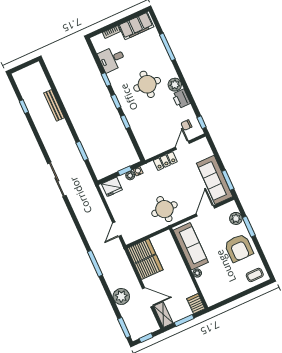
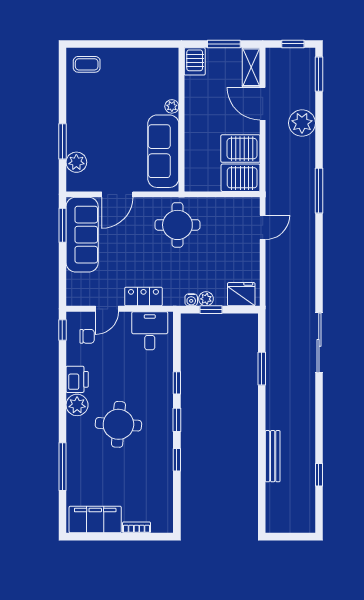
desk: (112, 59) -> (150, 331), moved, turned -90
armchair: (239, 248) -> (92, 116), removed

